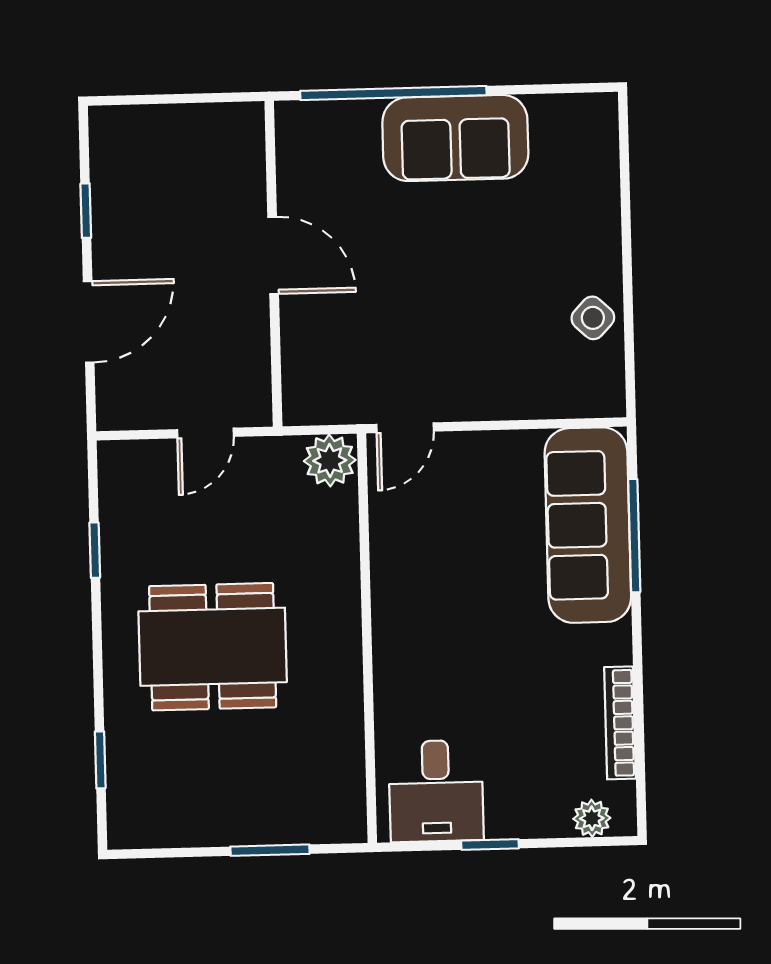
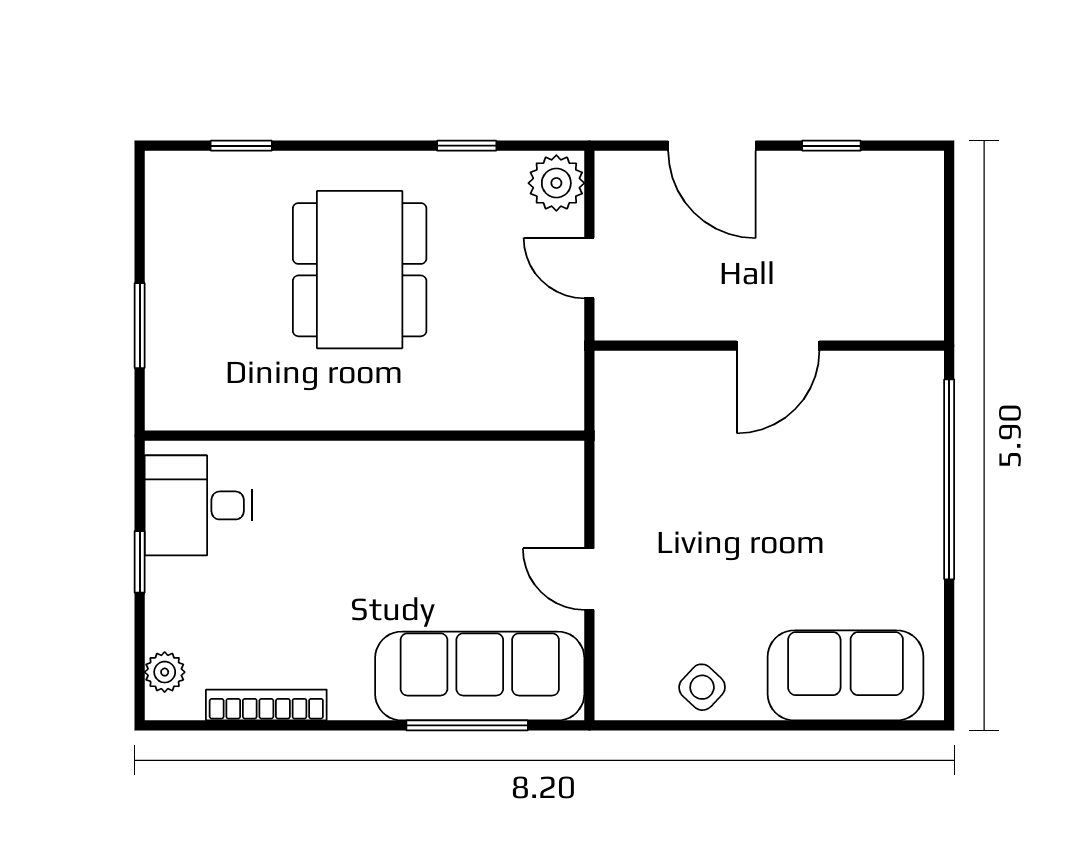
sofa: (455, 138) -> (846, 675), moved, turned 90
door: (405, 428) -> (589, 579), moved
plant: (330, 460) -> (556, 183), moved

